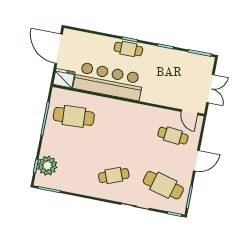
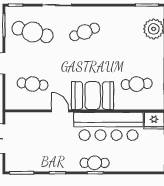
door: (189, 112) -> (60, 111), moved
booth: (118, 114) -> (93, 96), added
cafe table: (74, 116) -> (137, 84), width x0.73, depth x0.74

